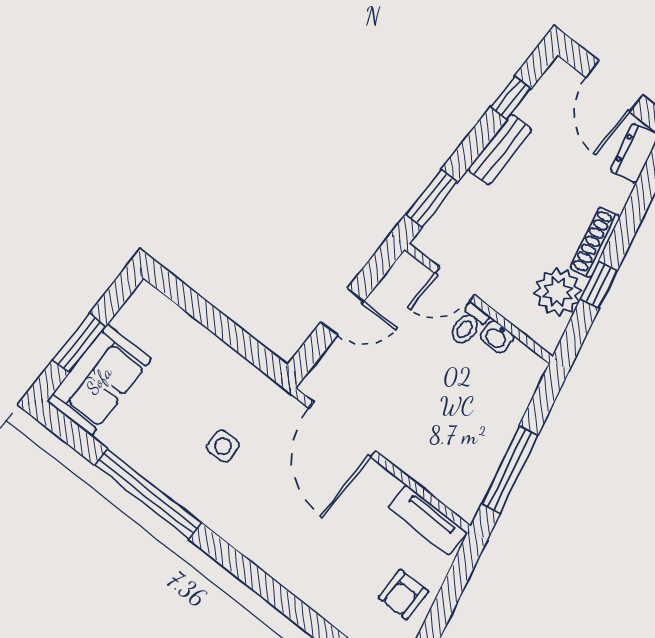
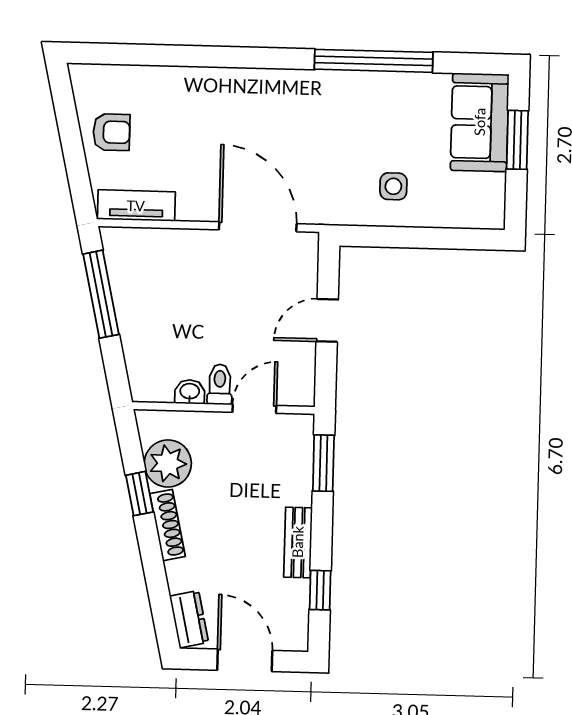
side table: (223, 446) -> (393, 186), moved
armchair: (403, 594) -> (112, 132), turned 90

